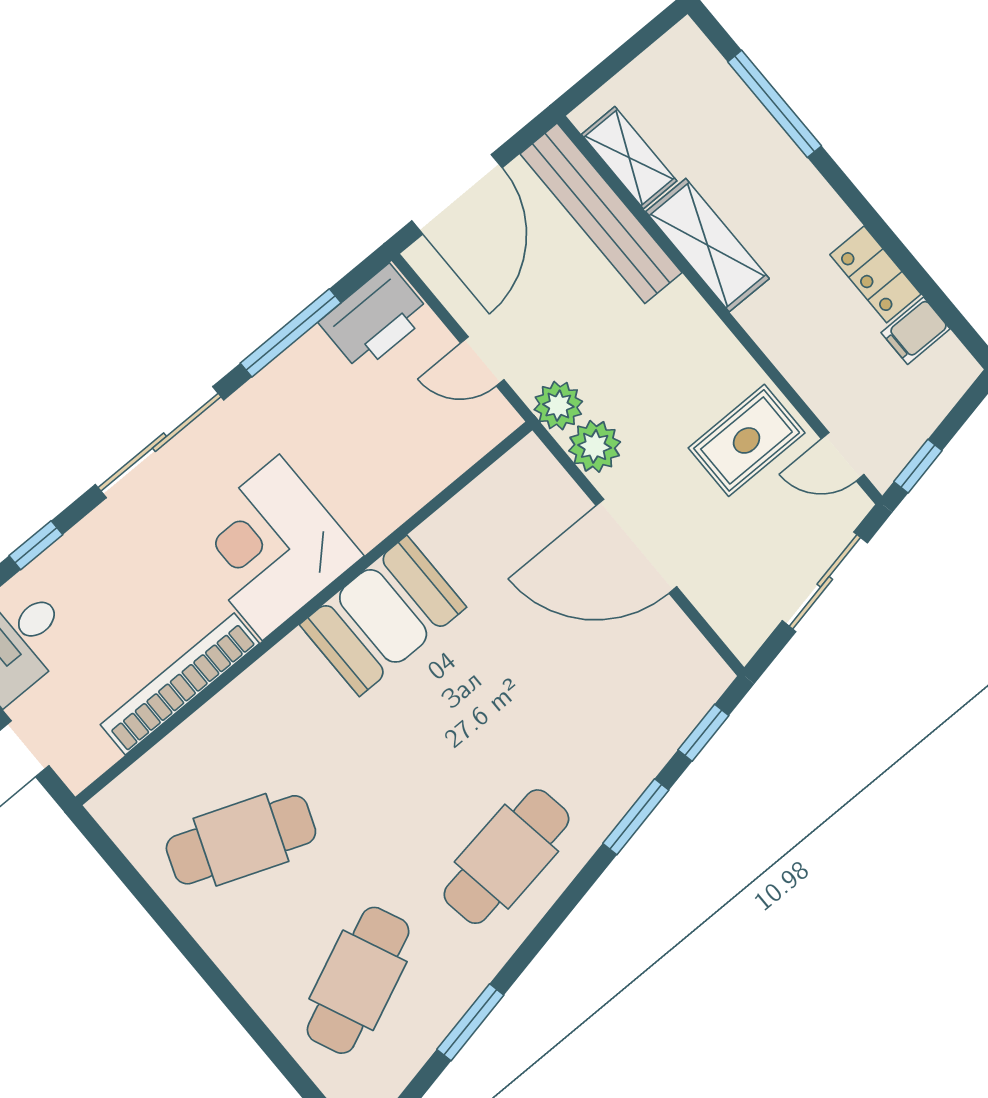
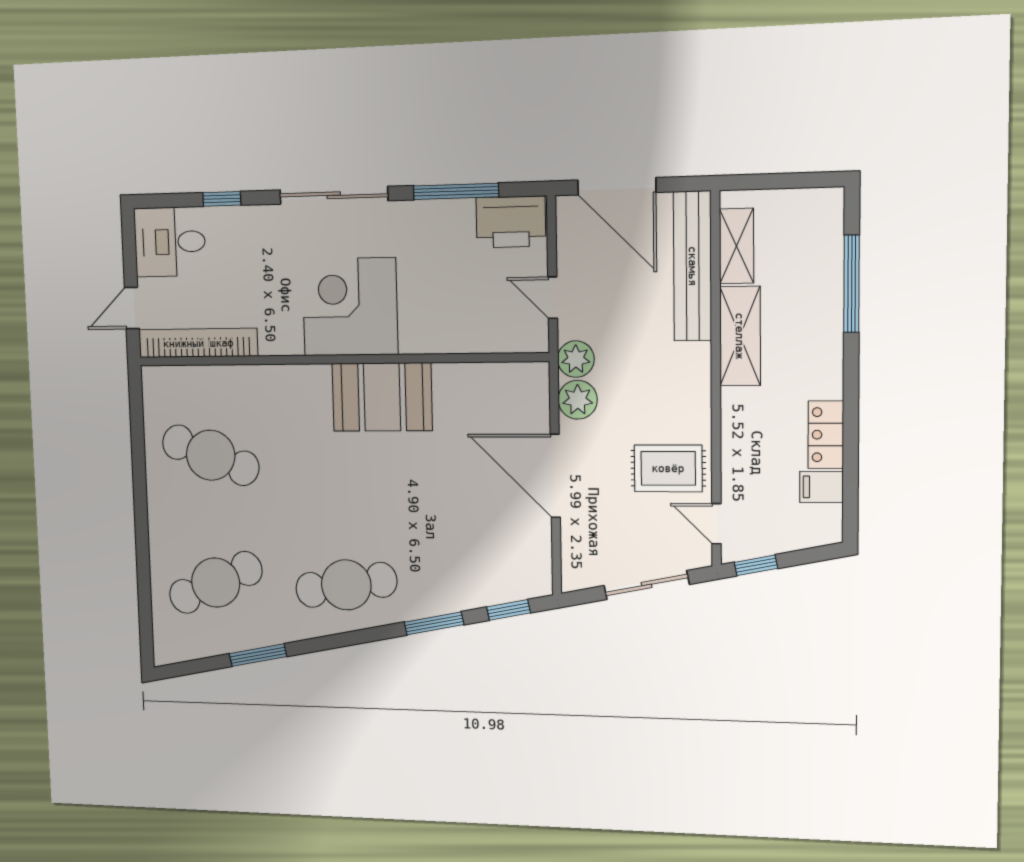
door: (457, 194) -> (617, 186), hinge flipped
bookcase: (180, 684) -> (198, 343), moved

